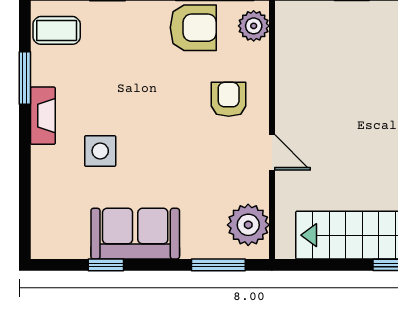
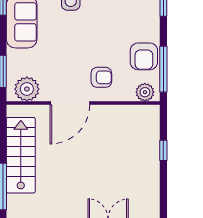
door: (272, 152) -> (70, 103), width x1.88

